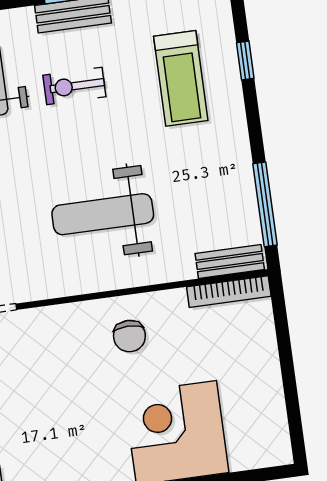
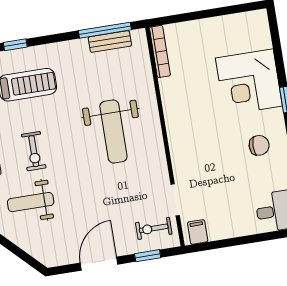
bench: (230, 261) -> (110, 42), moved, turned 90
chair: (129, 336) -> (259, 145), moved

